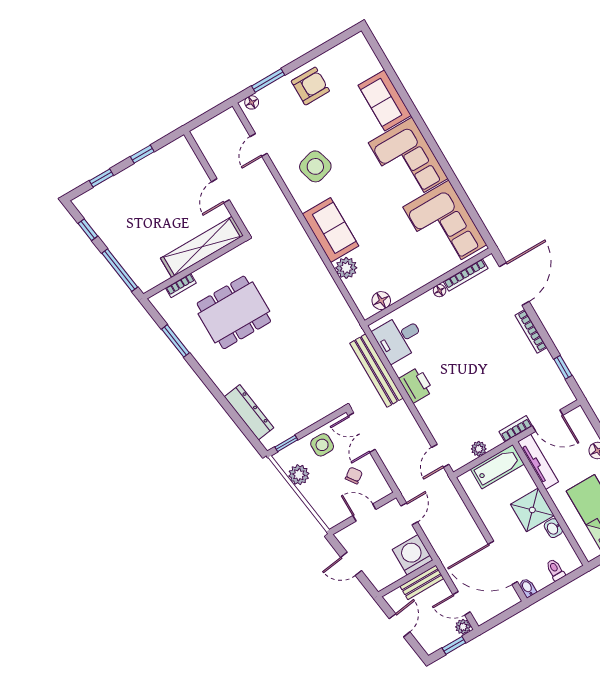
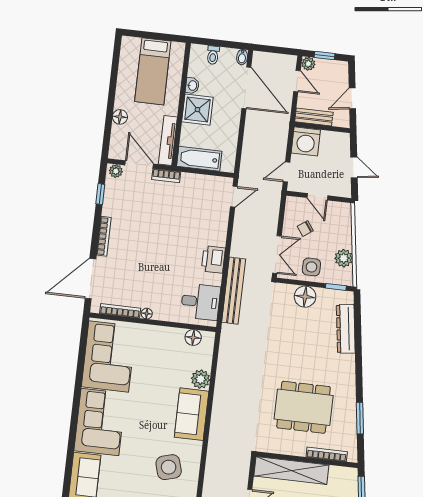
bookcase: (181, 285) -> (327, 454), width x1.56
floor lamp: (308, 414) -> (305, 297), added
plant: (479, 449) -> (116, 171), moved

